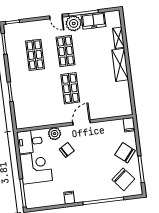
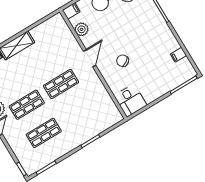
door: (81, 123) -> (90, 58), swing flipped
plant: (55, 134) -> (82, 29), moved
corner desk: (36, 168) -> (153, 83), removed
filing cabinet: (69, 198) -> (178, 55), moved

